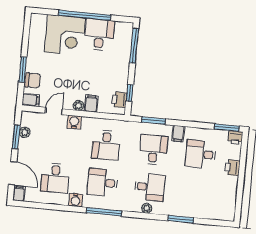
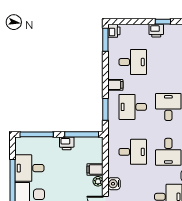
window: (130, 93) -> (82, 134), width x2.17
printer: (119, 100) -> (67, 143), moved
desk: (201, 154) -> (133, 62), turned -90
printer: (233, 168) -> (156, 31), moved
window: (240, 190) -> (163, 22), added

